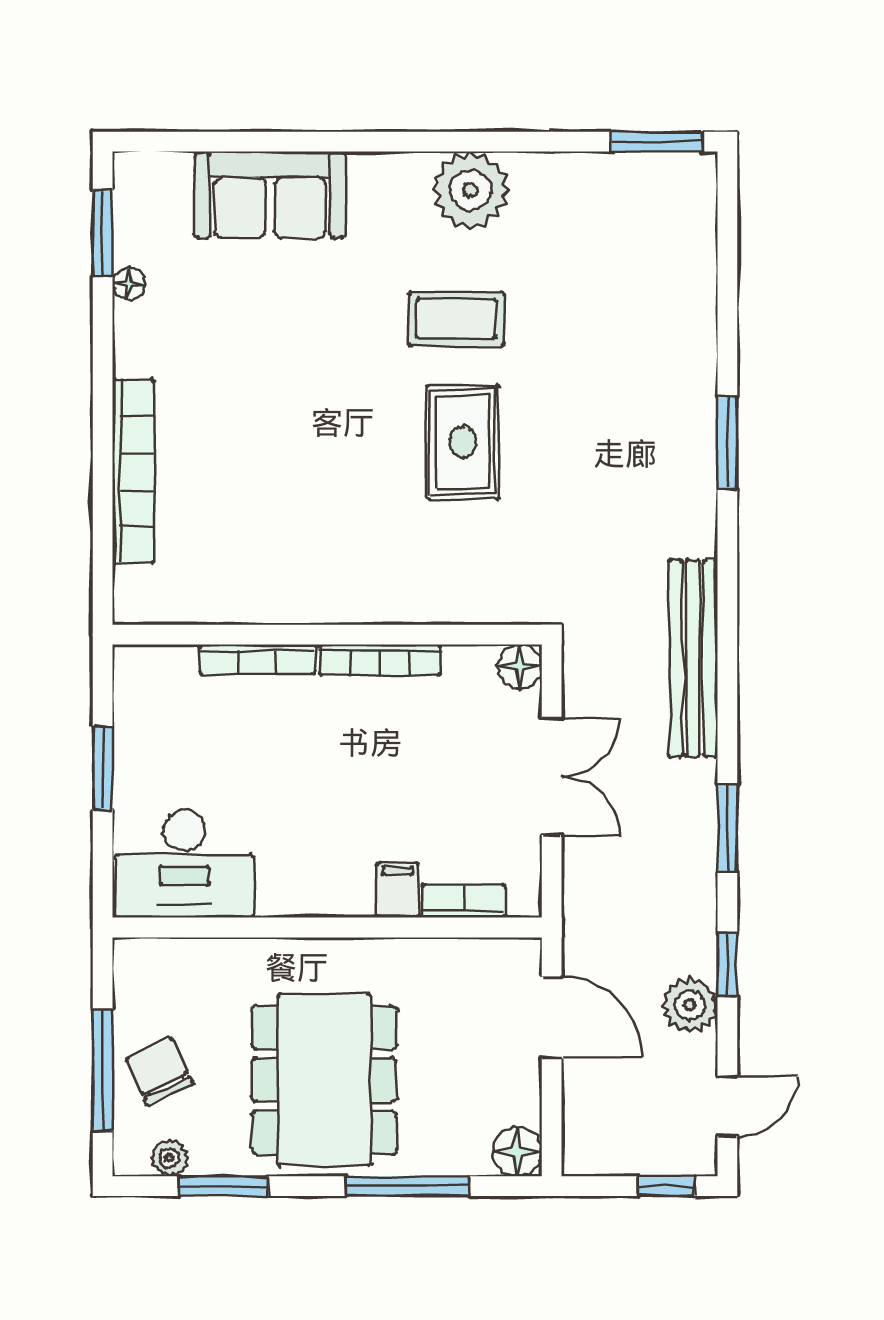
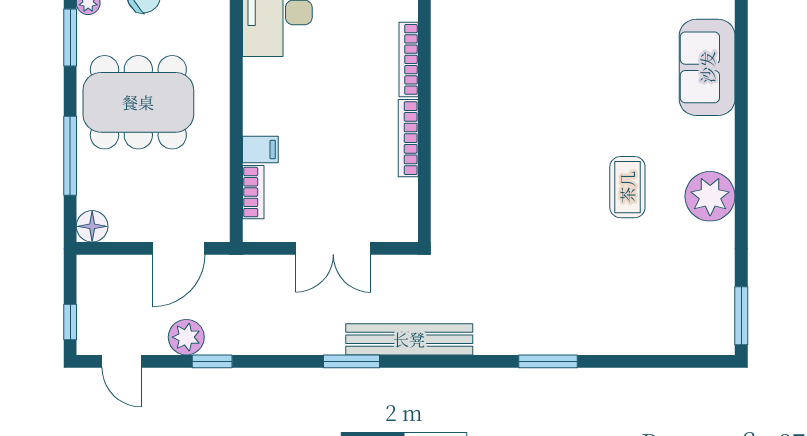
rug: (463, 442) -> (548, 191), removed
floor lamp: (520, 667) -> (404, 228), removed
window: (727, 828) -> (352, 361), moved

